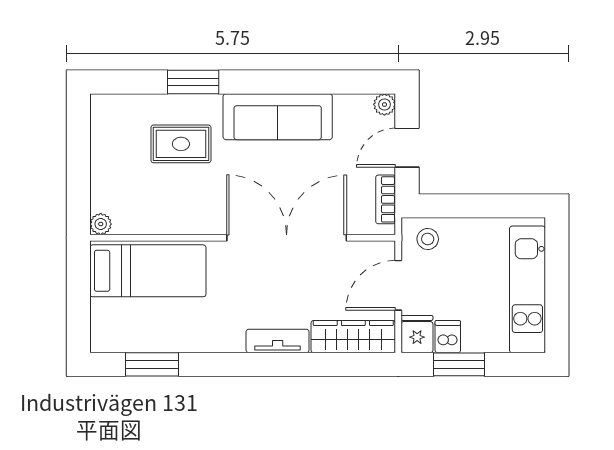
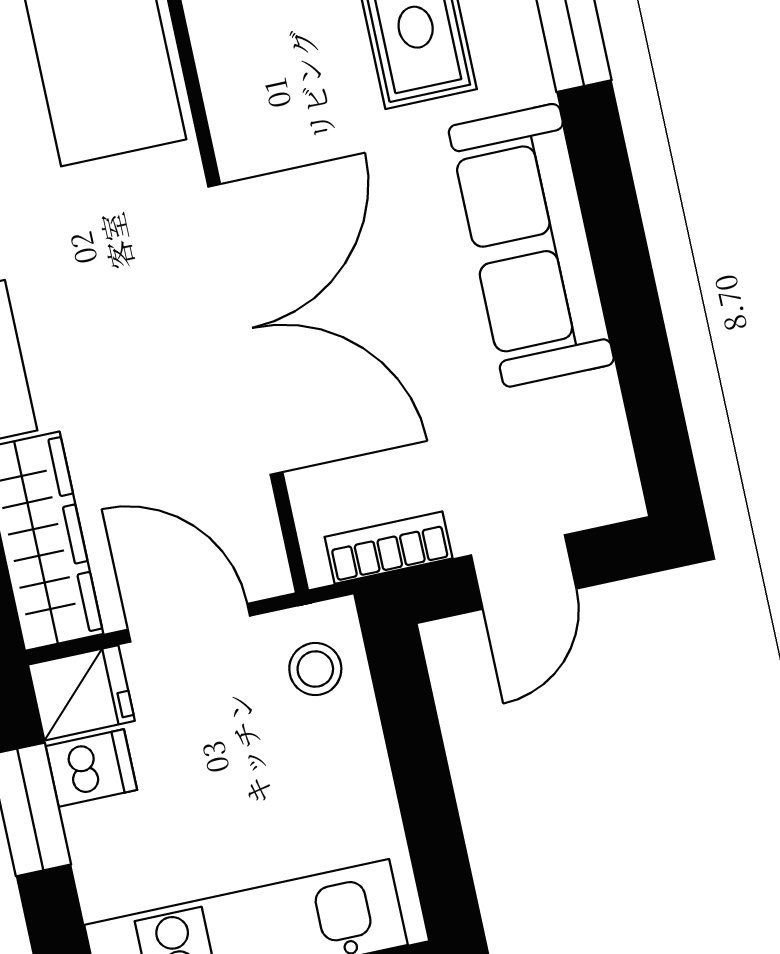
plant: (384, 104) -> (616, 495), removed
door: (407, 148) -> (524, 572), swing flipped

